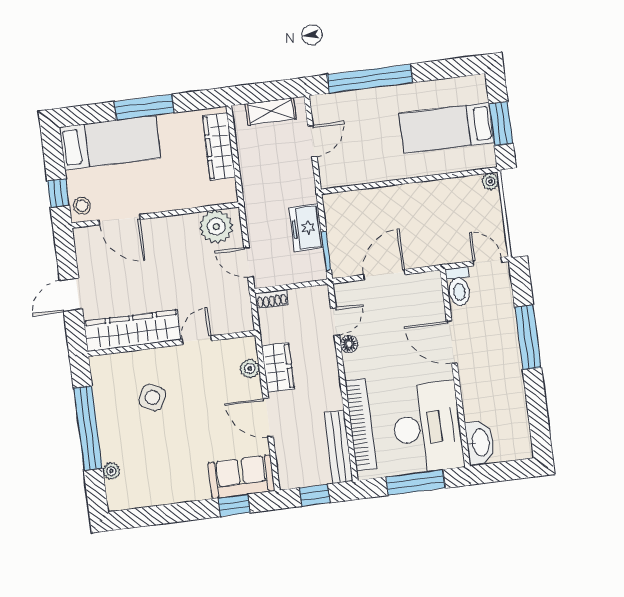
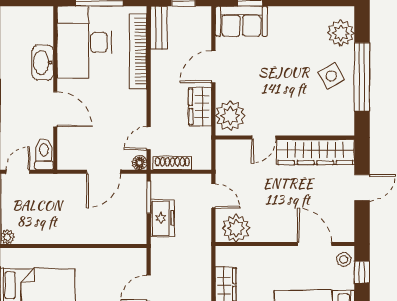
door: (487, 262) -> (18, 172), swing flipped
shoe rack: (272, 299) -> (172, 163), moved, width x1.43
floor lamp: (349, 344) -> (140, 163), moved
plant: (250, 369) -> (230, 116), width x1.87, depth x1.87
side table: (152, 397) -> (331, 76), moved, turned 34
door: (268, 418) -> (213, 67), swing flipped
washbasin: (480, 442) -> (43, 63), moved
bench: (339, 447) -> (159, 28), width x0.73
plant: (111, 471) -> (341, 33), width x1.87, depth x1.87

